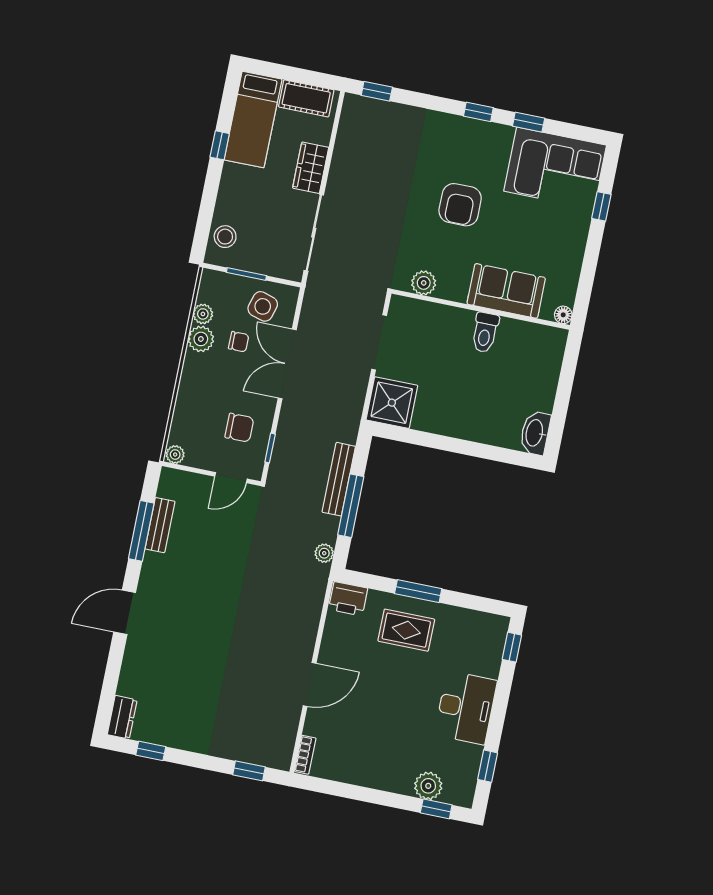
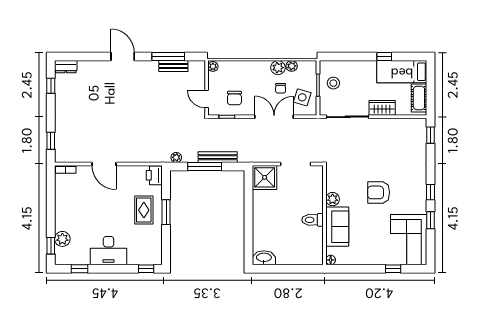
stool: (225, 237) -> (333, 83), moved
plant: (424, 283) -> (333, 199), moved

